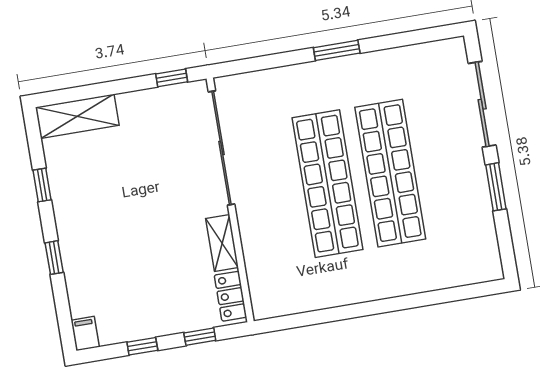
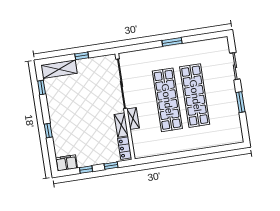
window: (172, 78) -> (82, 56), moved
sliding door: (482, 104) -> (235, 66), width x0.73
window: (42, 185) -> (42, 88), moved
shelving: (249, 228) -> (133, 119), added
filing cabinet: (85, 334) -> (66, 163), width x2.00

